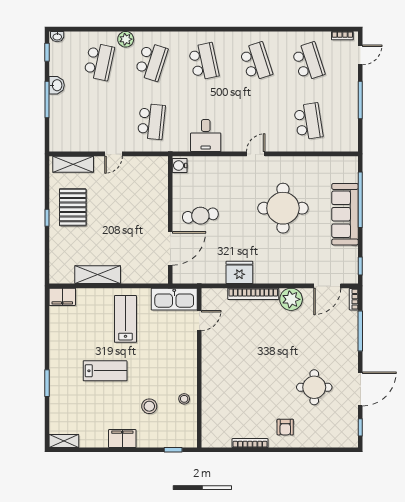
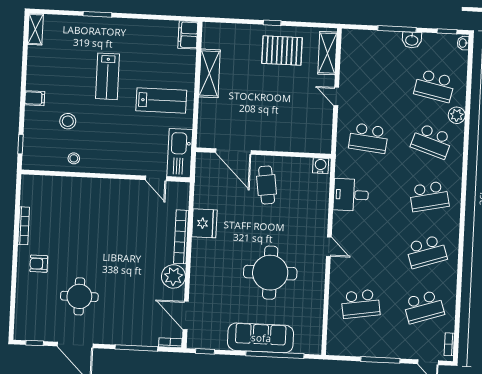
filing cabinet: (122, 439) -> (35, 98), width x0.50

